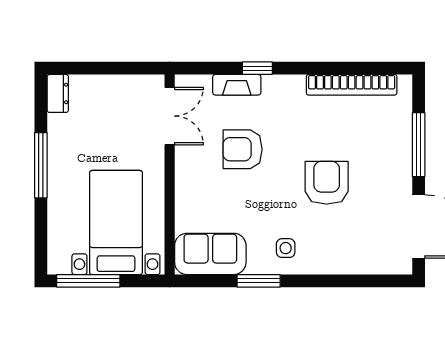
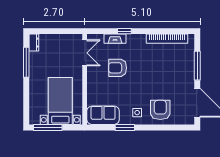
window: (41, 165) -> (26, 62), moved
armchair: (327, 183) -> (160, 110), moved

